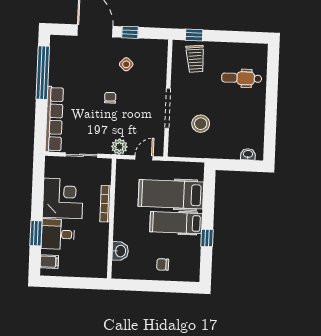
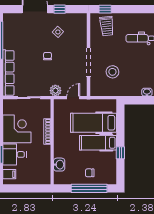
window: (161, 286) -> (89, 188), added

